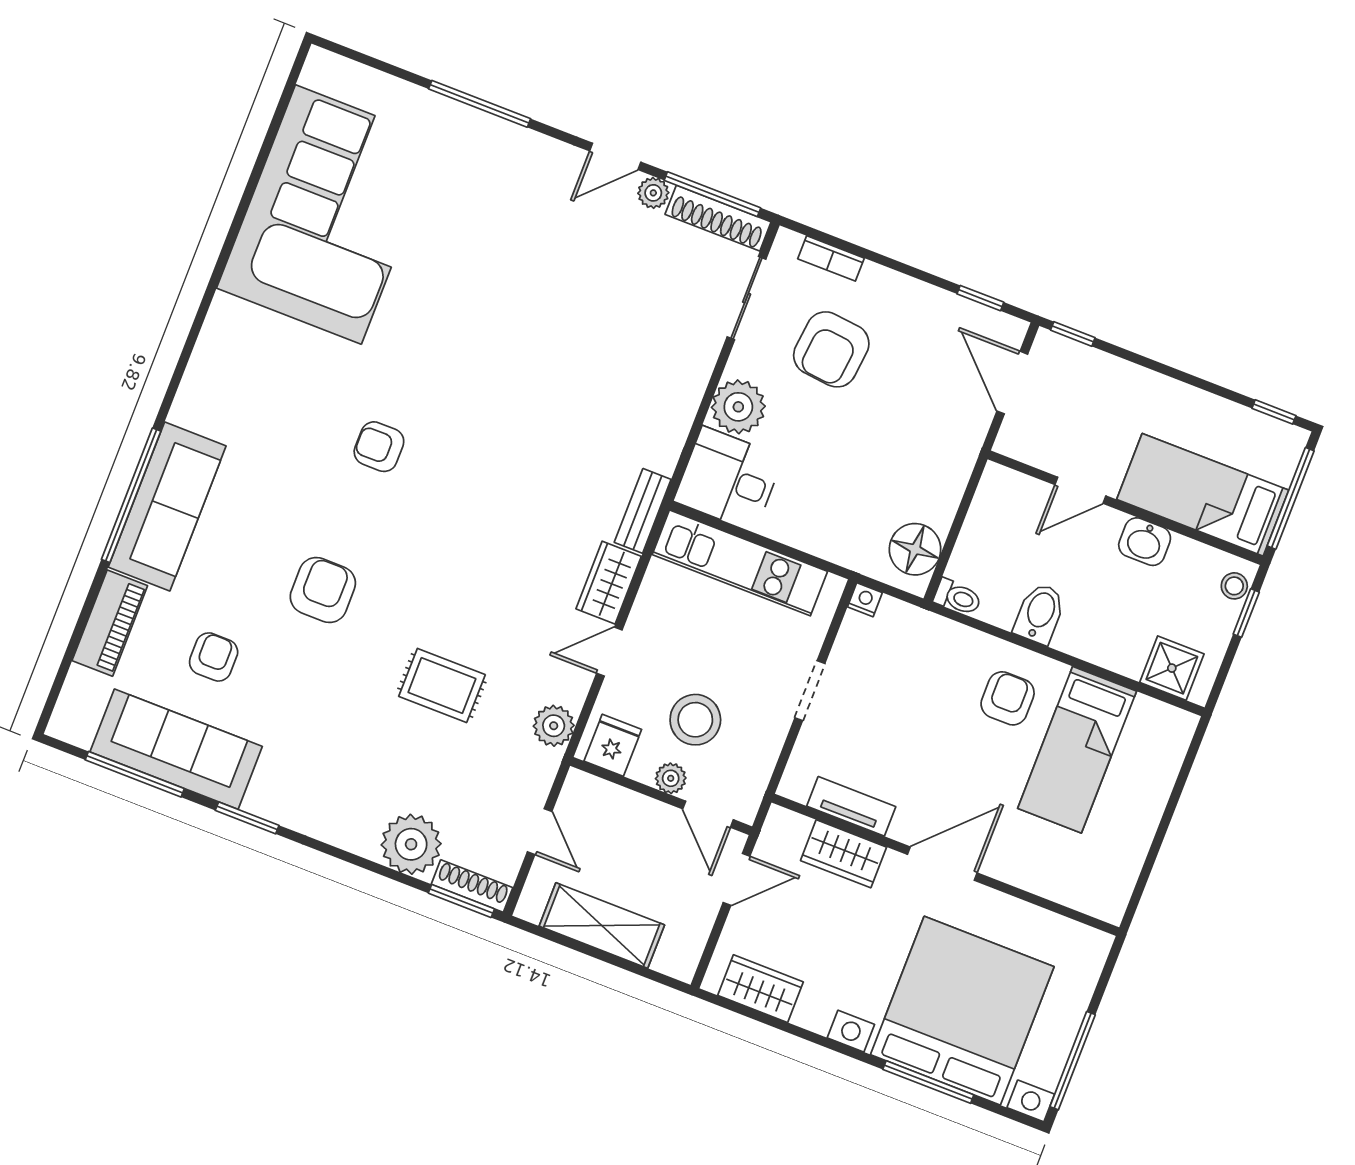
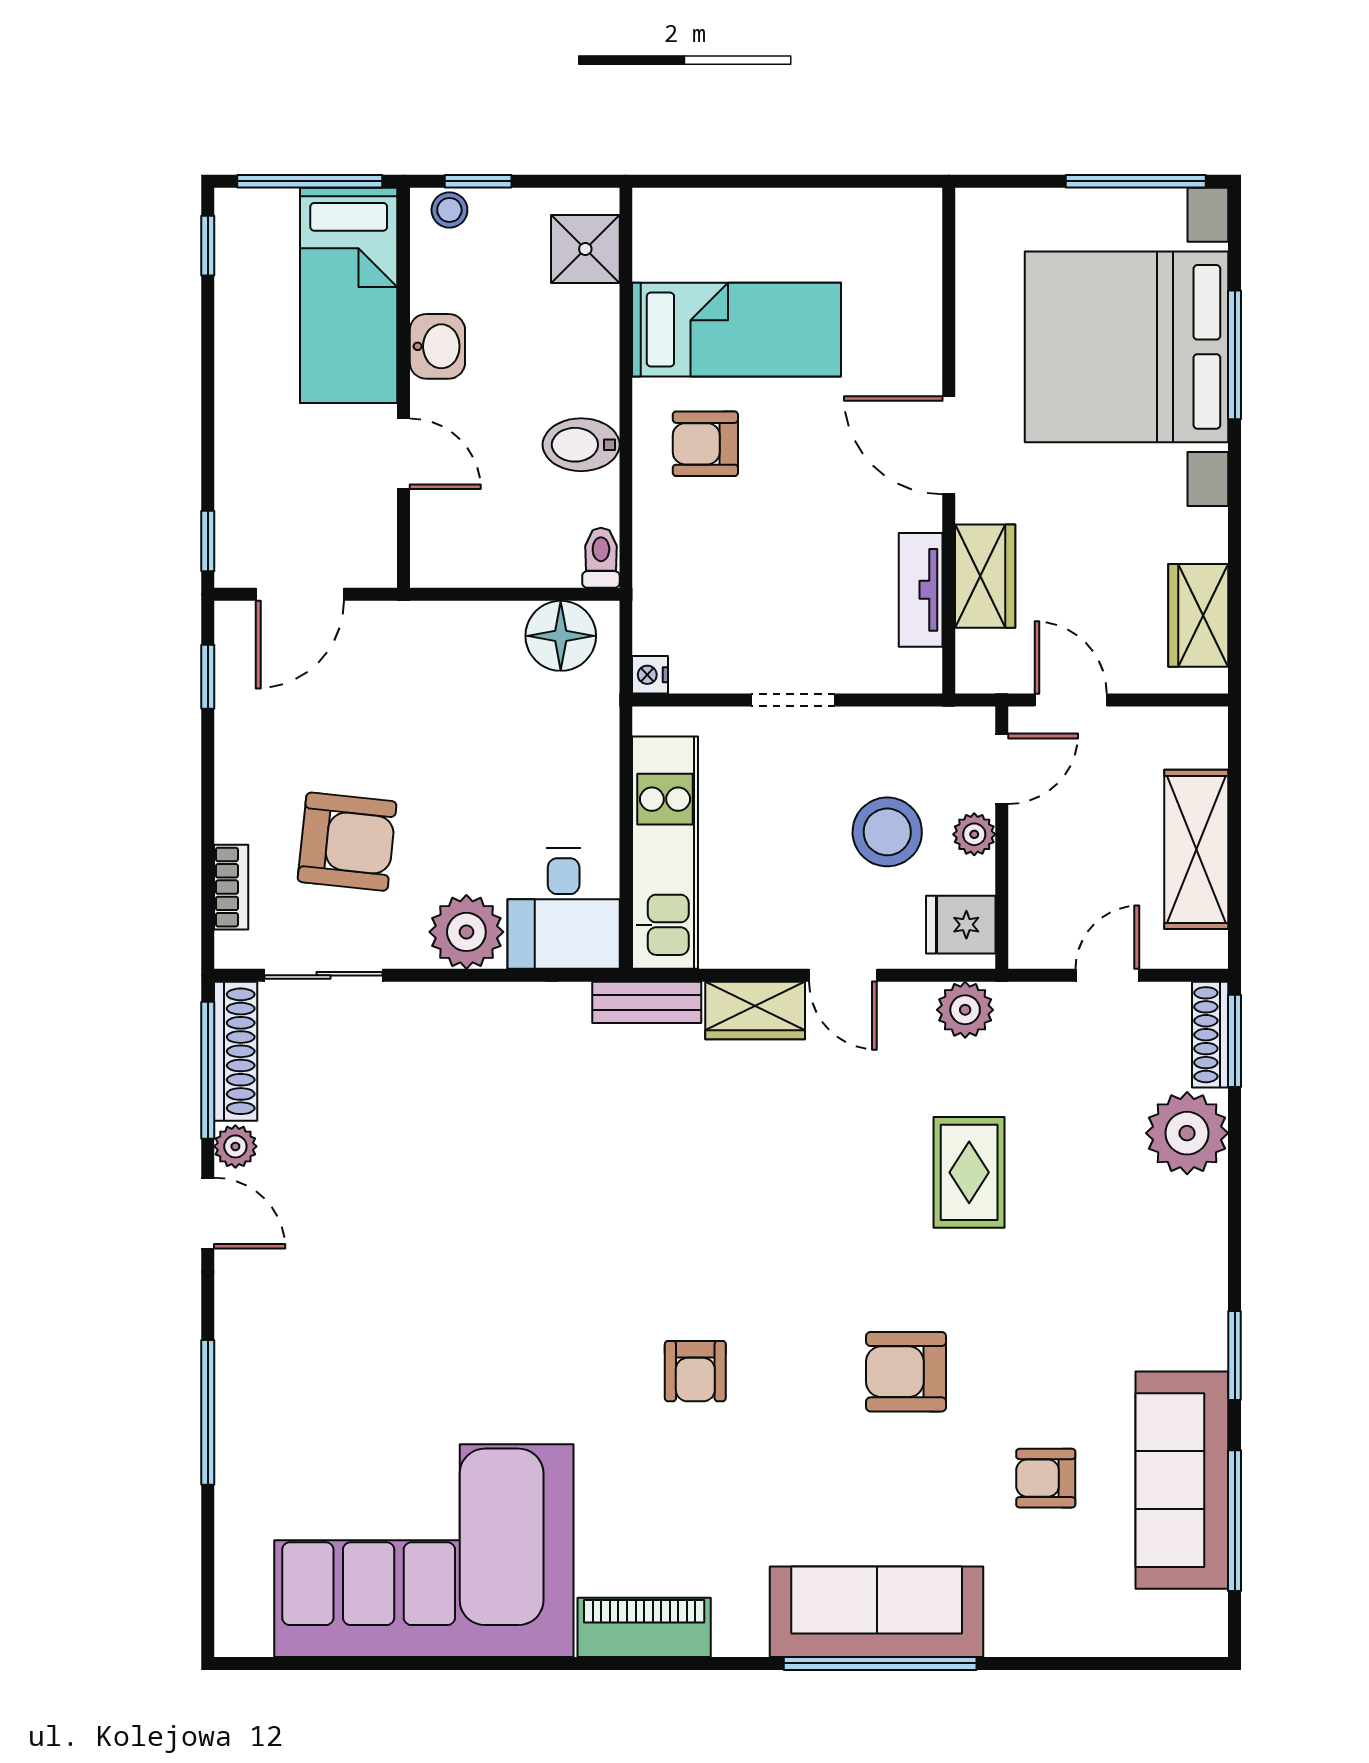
piano: (110, 623) -> (644, 1627), moved

